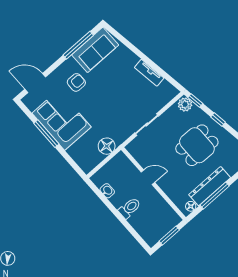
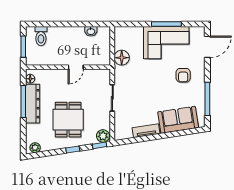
sofa: (95, 50) -> (178, 120), moved, turned 81
toilet: (130, 208) -> (41, 36), moved

